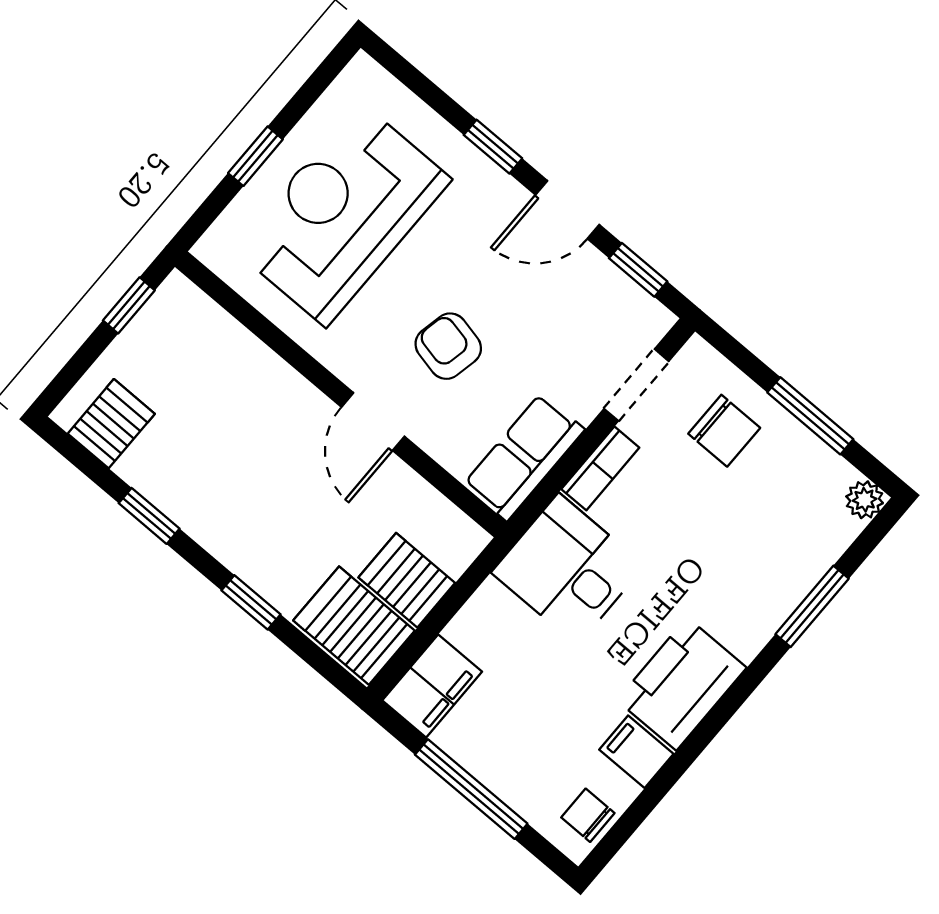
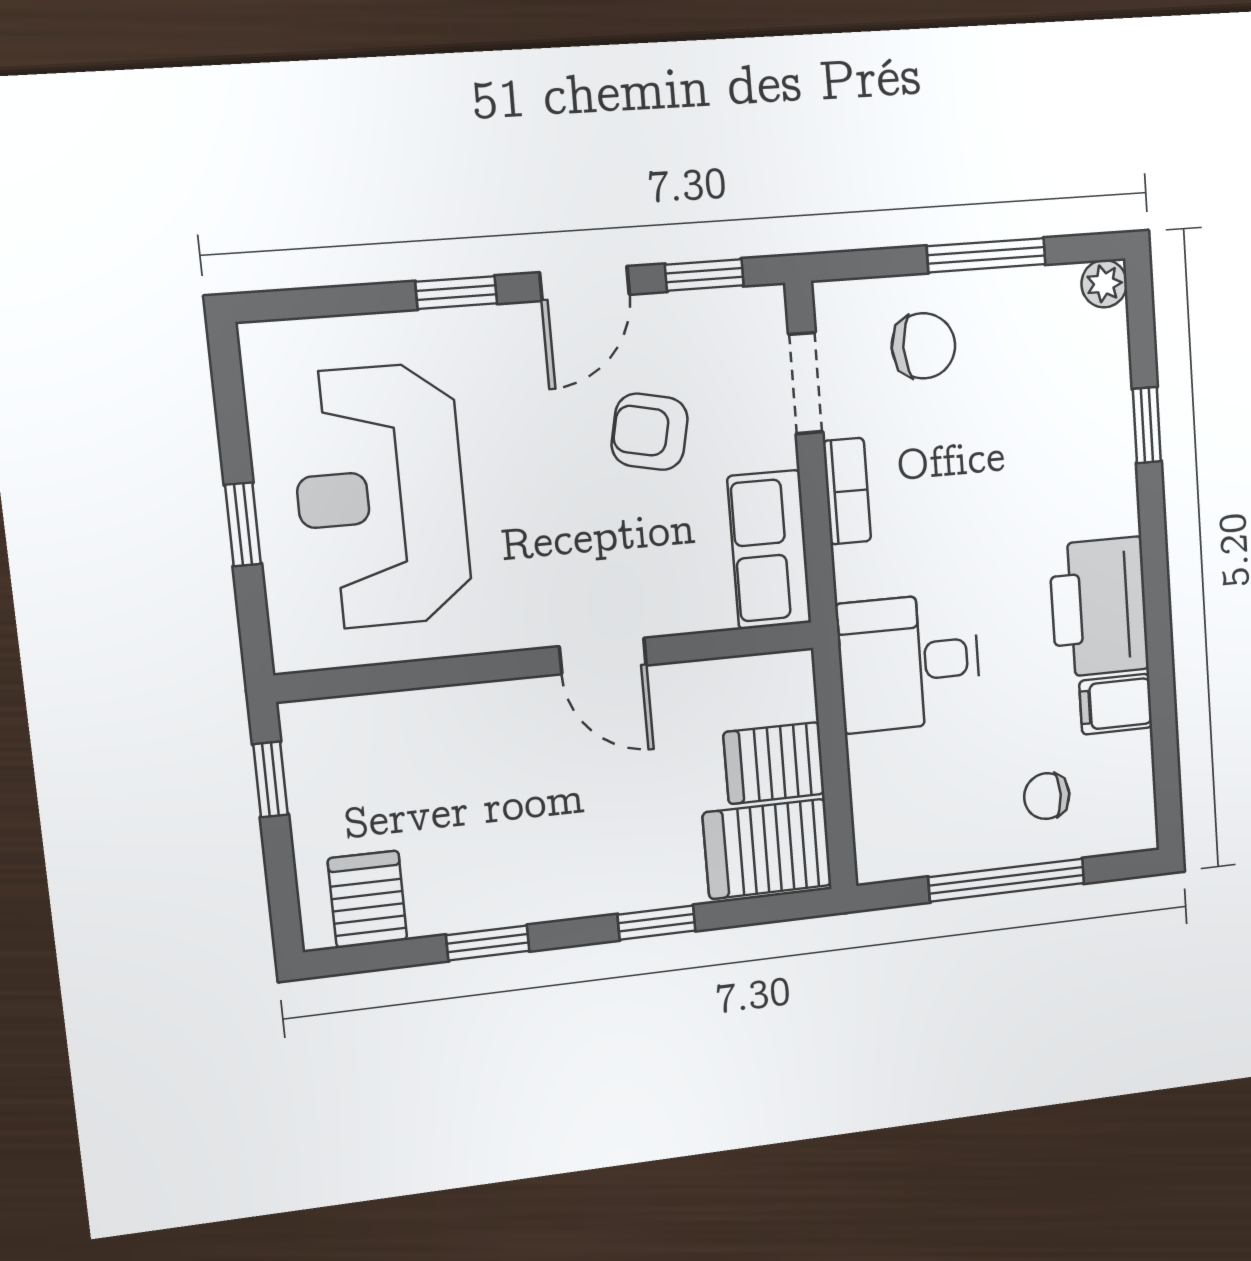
armchair: (448, 346) -> (650, 432), moved
desk: (568, 569) -> (909, 662), moved
window: (812, 606) -> (1147, 425), width x0.67
filing cabinet: (432, 686) -> (887, 830), removed
chair: (588, 815) -> (1047, 796), moved

